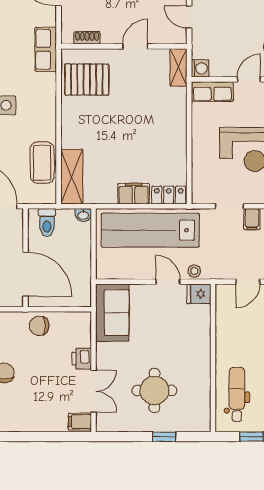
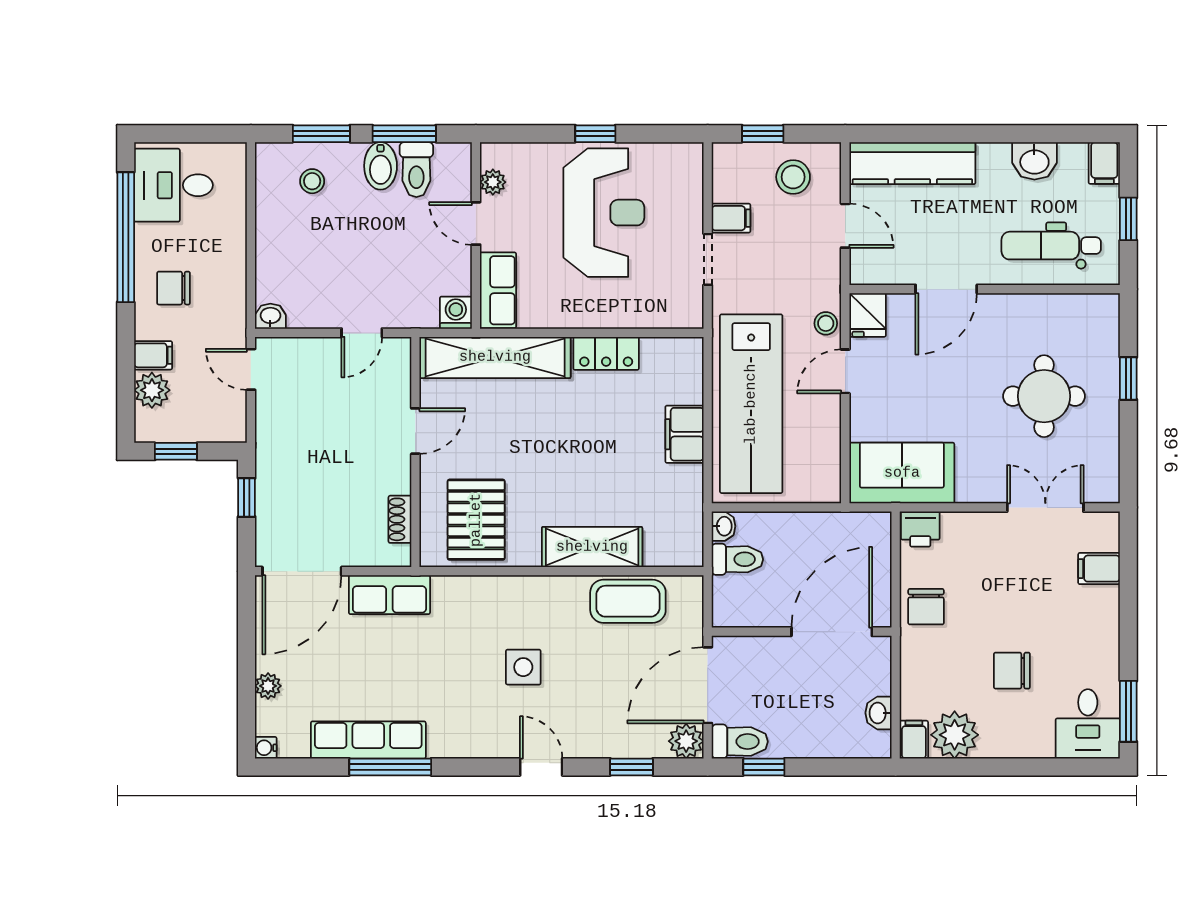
door: (135, 46) -> (415, 431), swing flipped
row of seats: (46, 49) -> (389, 595), moved
shelving: (178, 67) -> (495, 357), width x2.20, depth x1.33
shelving: (72, 177) -> (592, 547), moved
locker: (169, 195) -> (606, 353), moved, turned -90
toilet: (47, 223) -> (737, 559), moved
door: (213, 337) -> (946, 289), added
printer: (82, 359) -> (920, 529), moved
filing cabinet: (80, 422) -> (1099, 569), moved, turned 90

